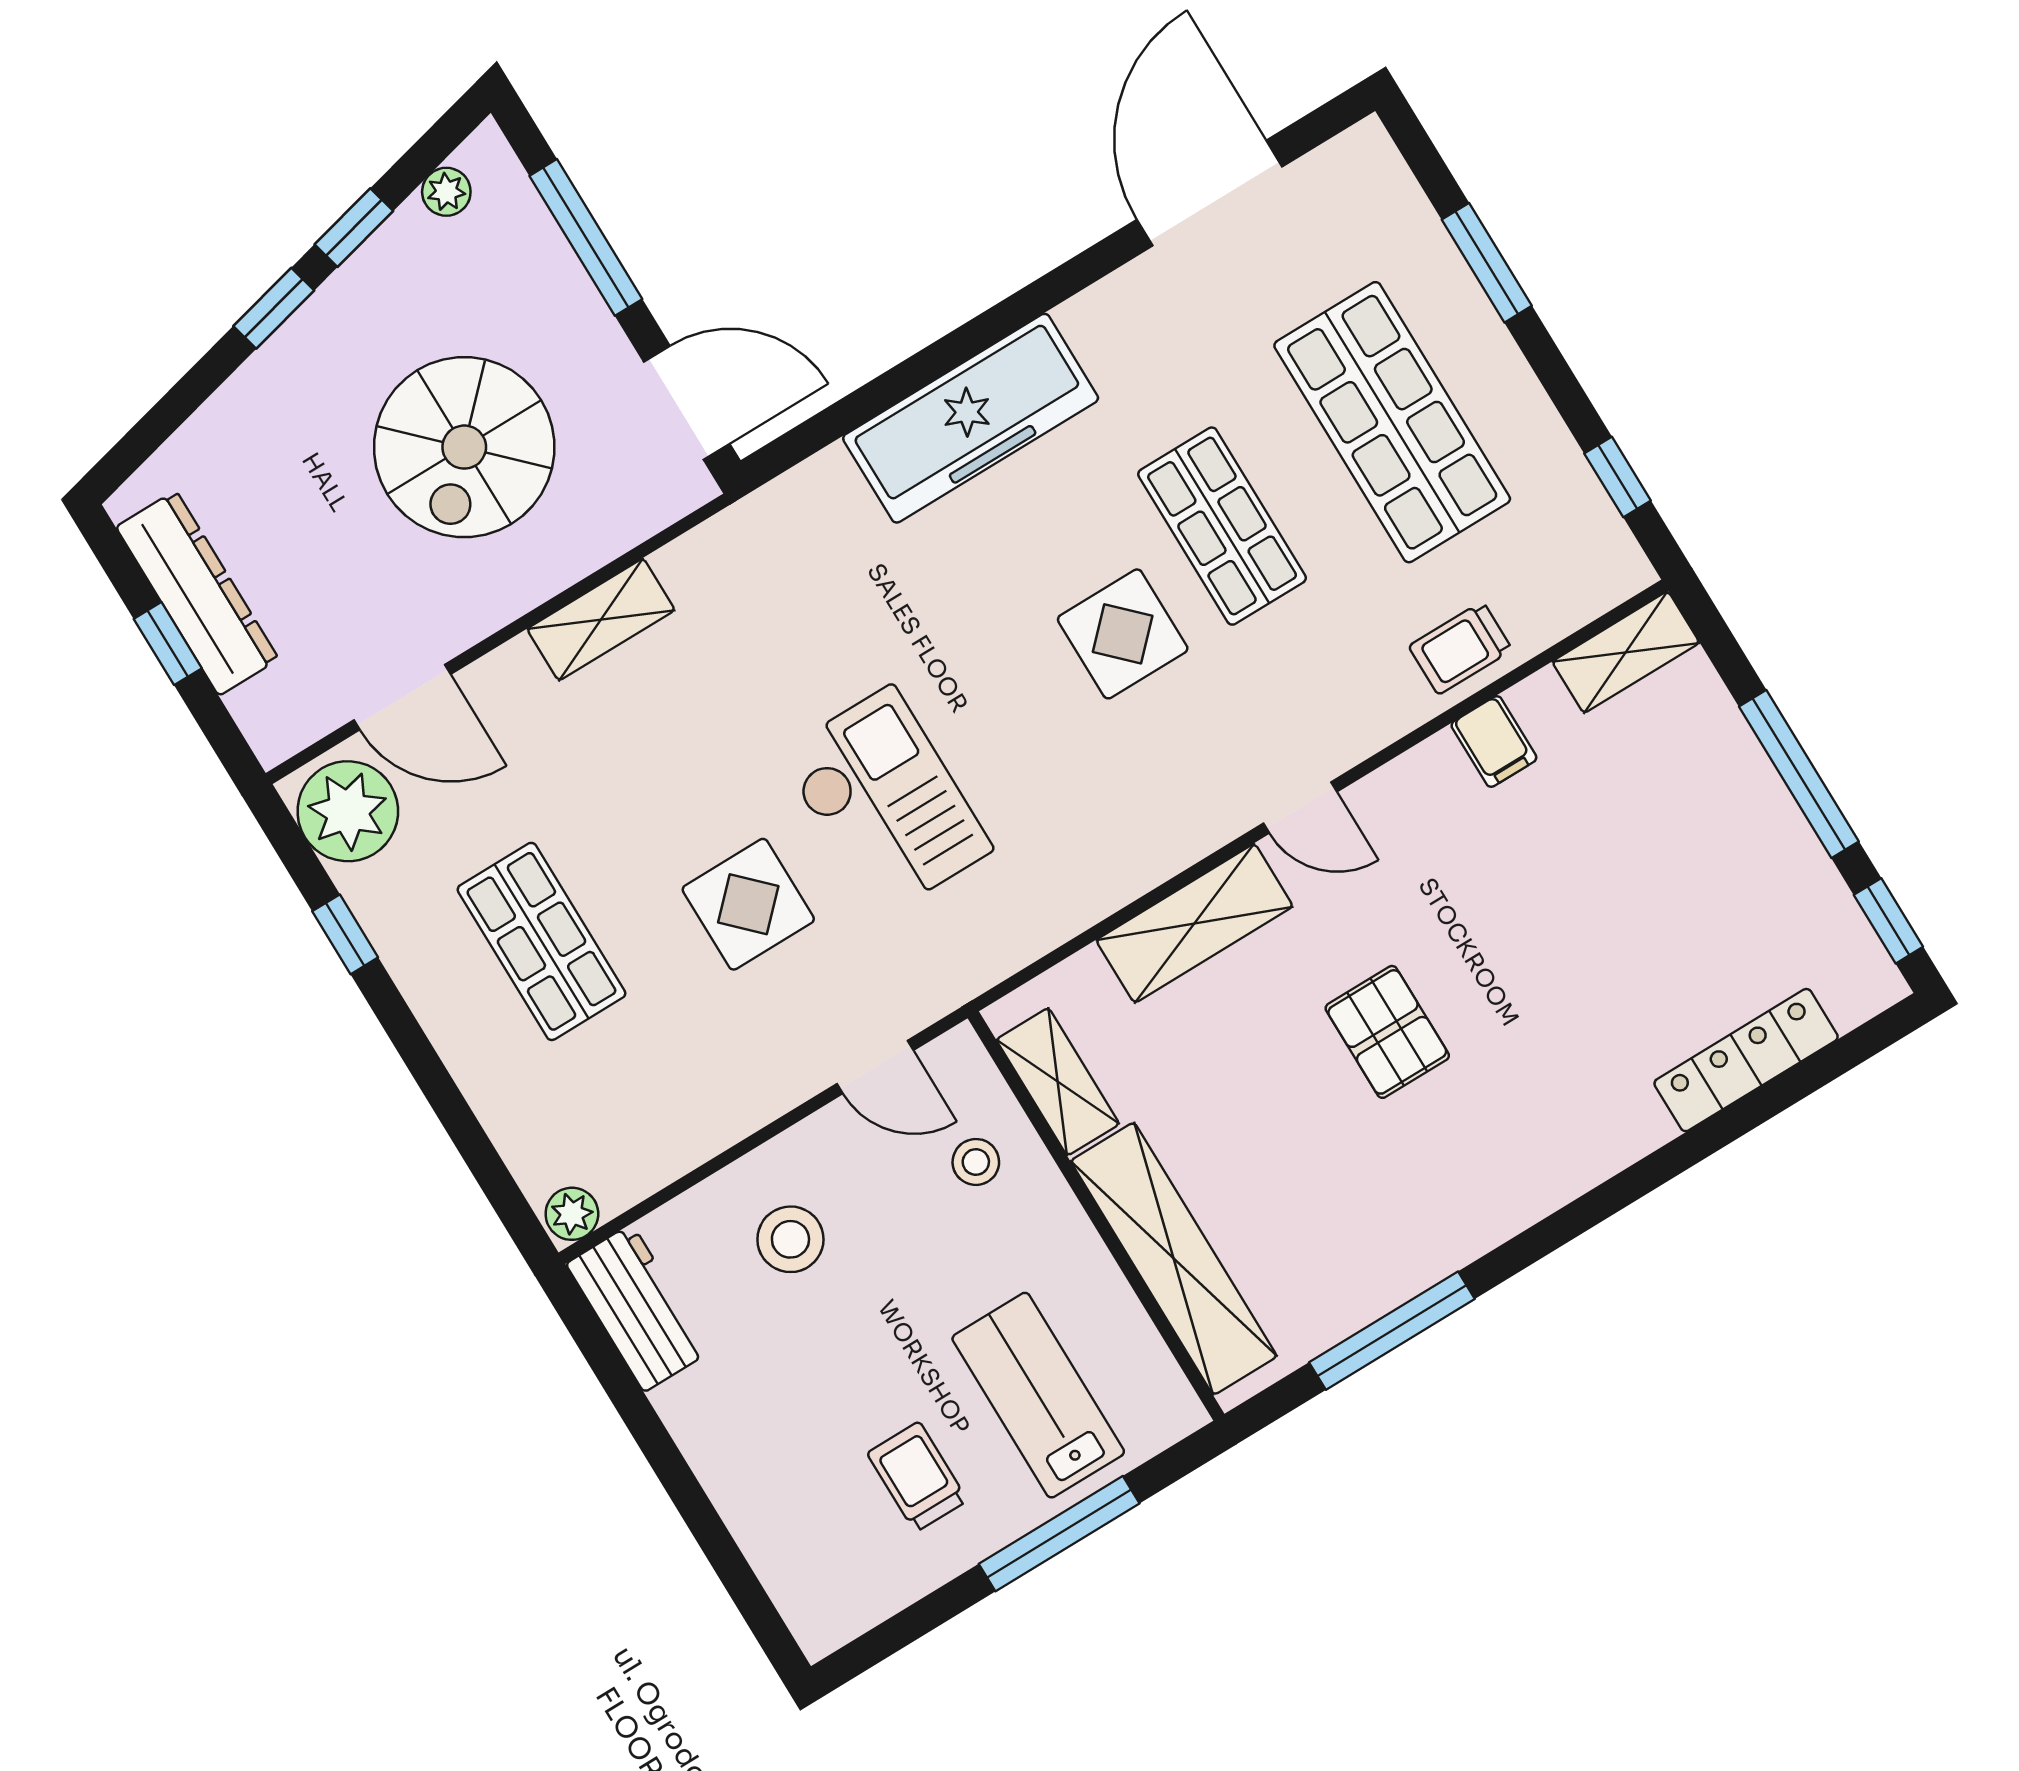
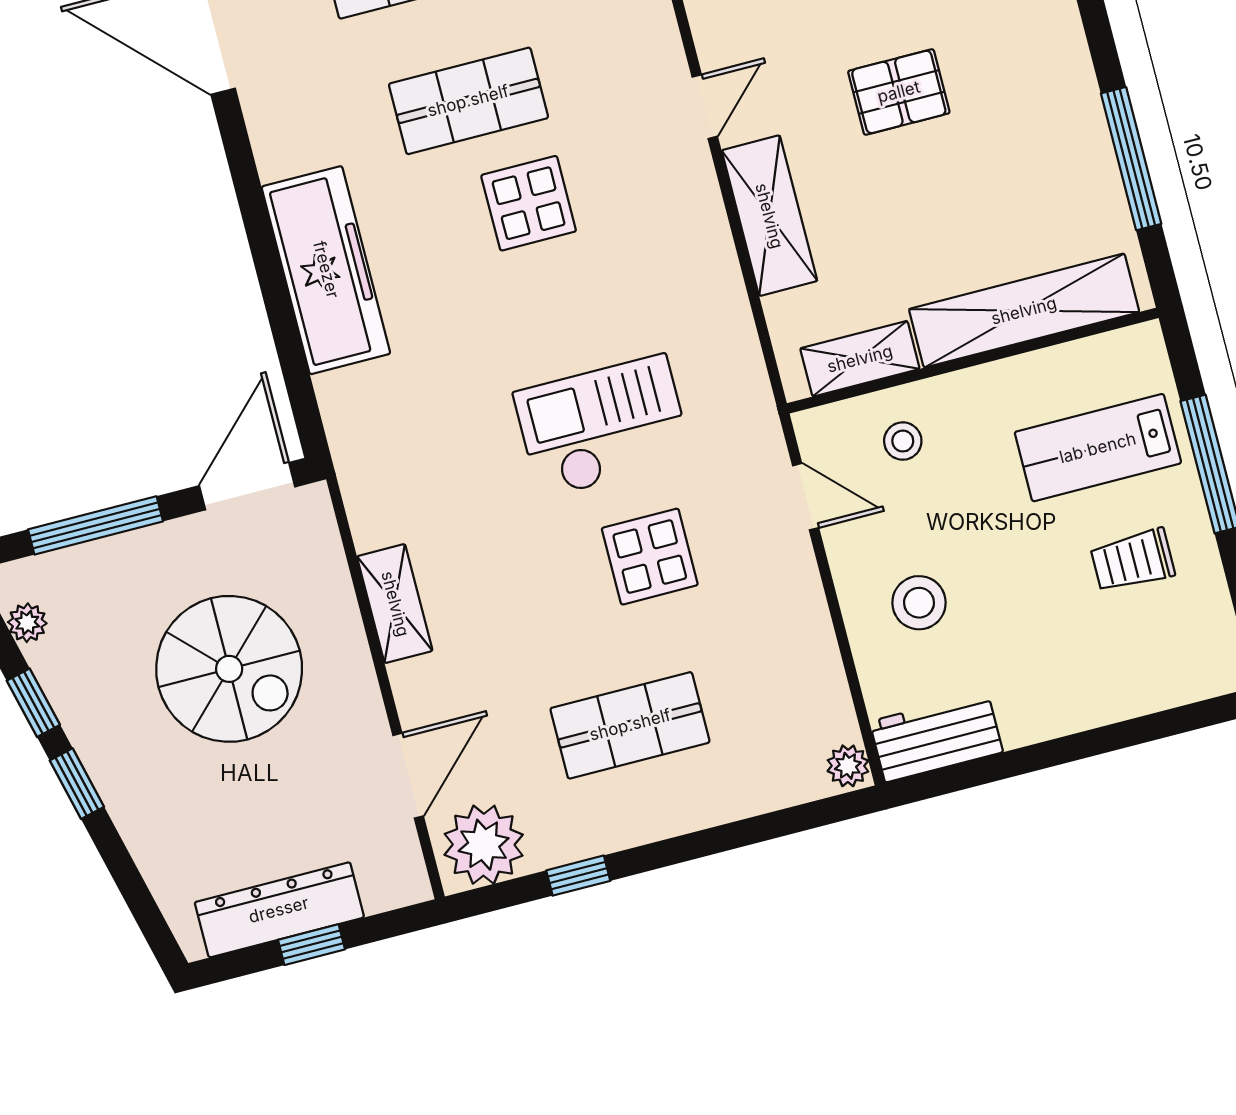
door: (875, 1067) -> (806, 497), hinge flipped

